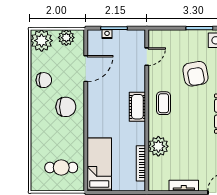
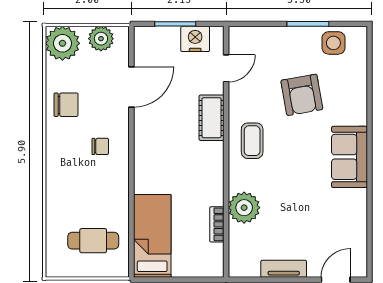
nightstand: (107, 34) -> (195, 39), moved, width x1.89, depth x1.79
chair: (66, 107) -> (100, 146), width x0.54, depth x0.54
cot: (137, 107) -> (212, 118), moved
bookcase: (141, 163) -> (217, 224), width x0.64

